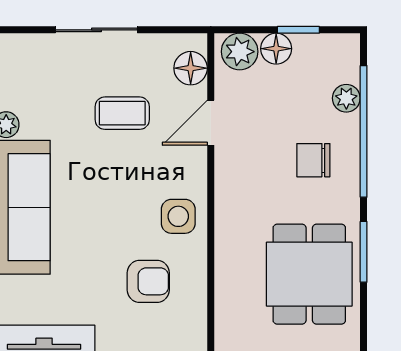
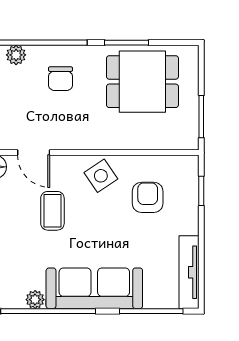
coffee table: (122, 113) -> (52, 211), moved
side table: (178, 216) -> (101, 176), turned -34

